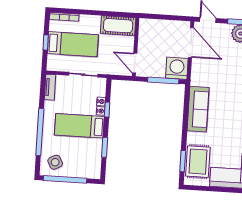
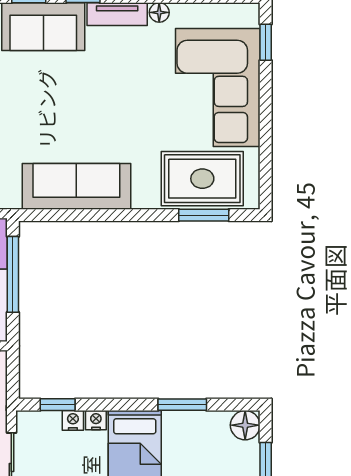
window: (107, 110) -> (58, 405), moved
floor lamp: (94, 173) -> (245, 425), added

